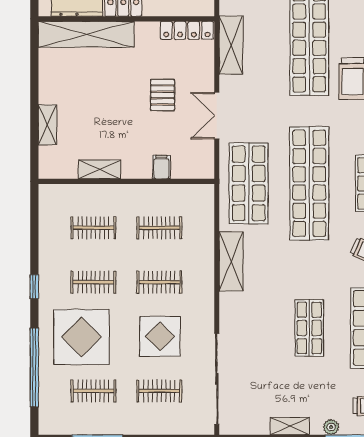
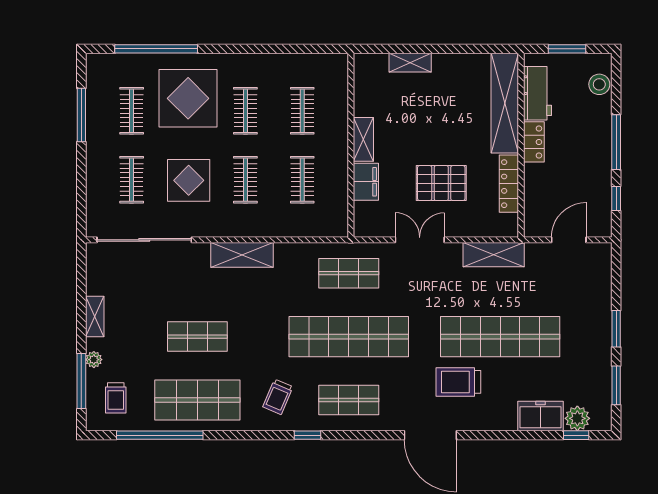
locker: (187, 30) -> (509, 184), moved
pallet: (163, 95) -> (441, 183), width x1.50, depth x1.42
filing cabinet: (161, 167) -> (366, 182), width x2.00
shelving: (99, 169) -> (363, 139), moved
shop shelf: (249, 183) -> (349, 273), width x0.70, depth x0.74
shelving: (231, 261) -> (242, 255), moved
window: (34, 287) -> (241, 49), removed

